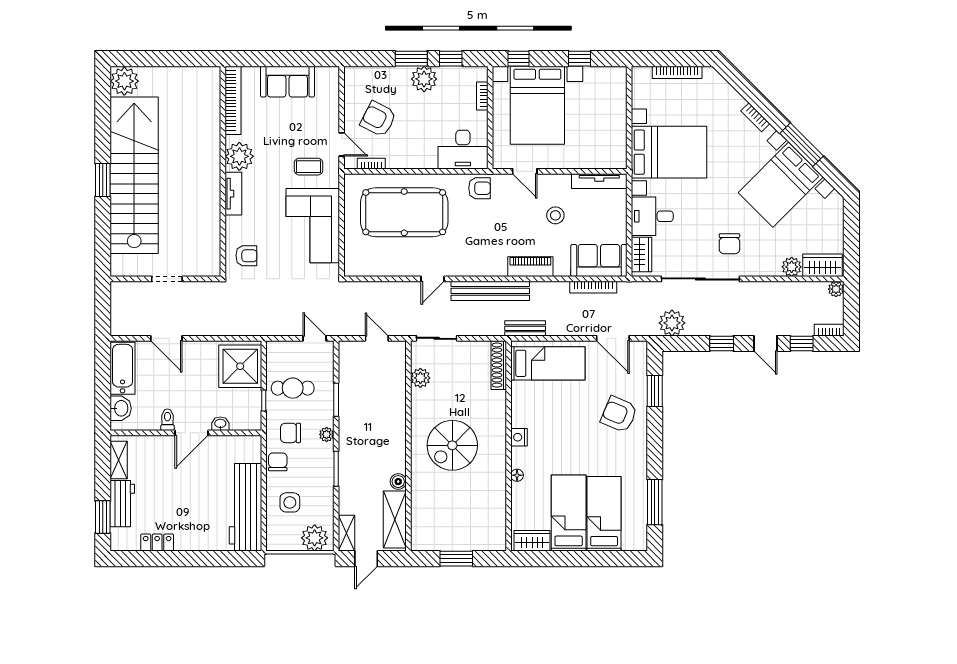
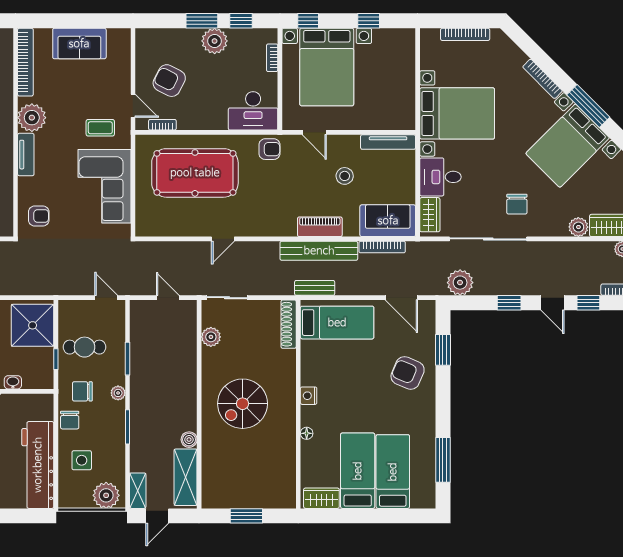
bookcase: (755, 117) -> (543, 79), width x1.56
bench: (490, 291) -> (319, 251), moved
chair: (278, 462) -> (70, 420), turned 180

